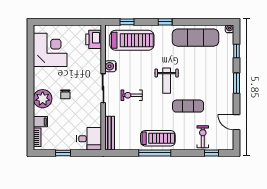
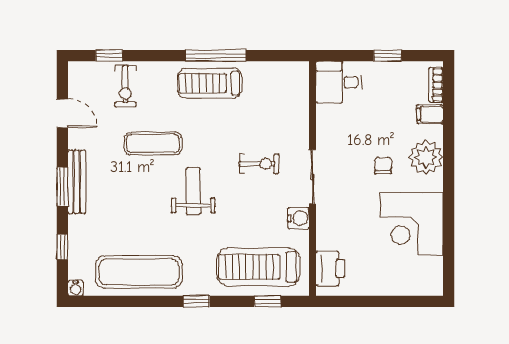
corner desk: (50, 50) -> (412, 224), moved
bench: (110, 133) -> (77, 182), moved

